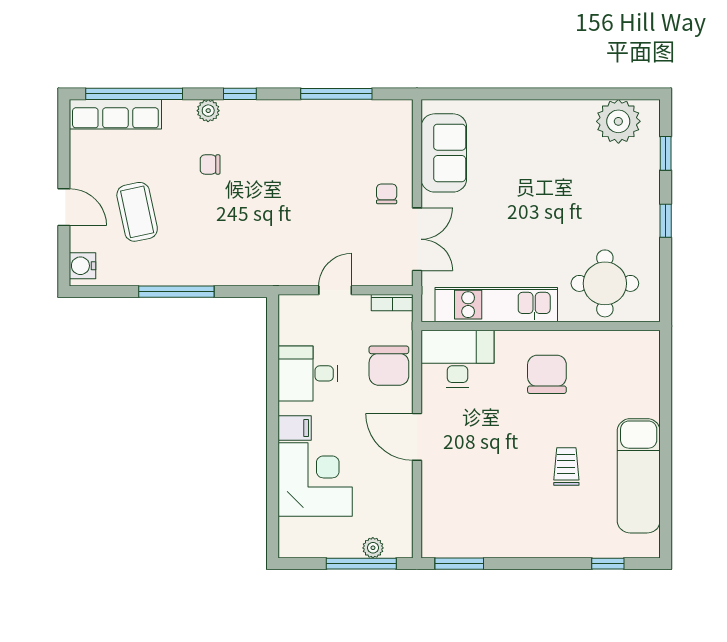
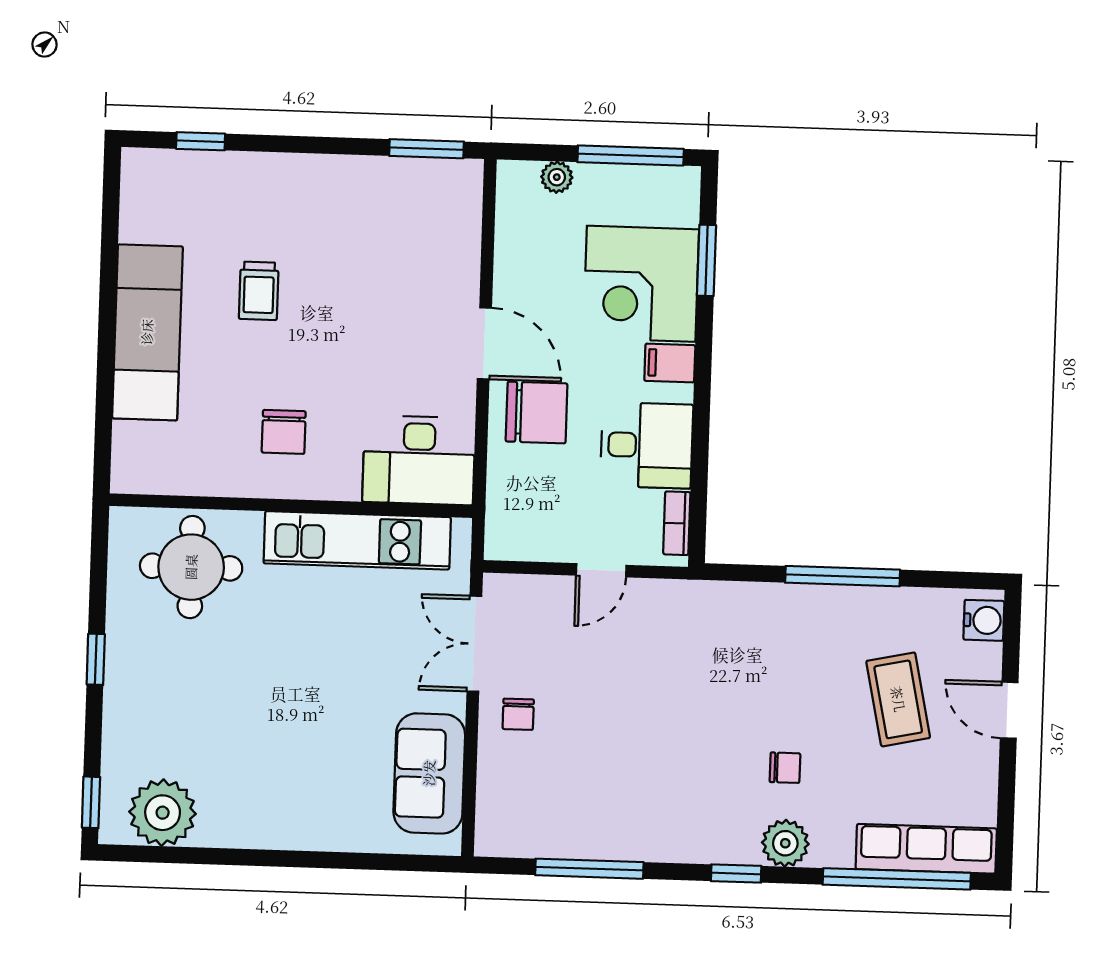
plant: (208, 111) -> (785, 843), width x1.38, depth x1.38
window: (666, 153) -> (91, 802), moved
bookcase: (392, 303) -> (677, 523), moved, turned -90
chair: (389, 366) -> (537, 412), moved, turned 90
chair: (547, 374) -> (284, 432), width x0.73, depth x0.73
exam couch: (639, 476) -> (147, 332), moved
window: (273, 496) -> (706, 260), added
window: (361, 564) -> (631, 155), moved

